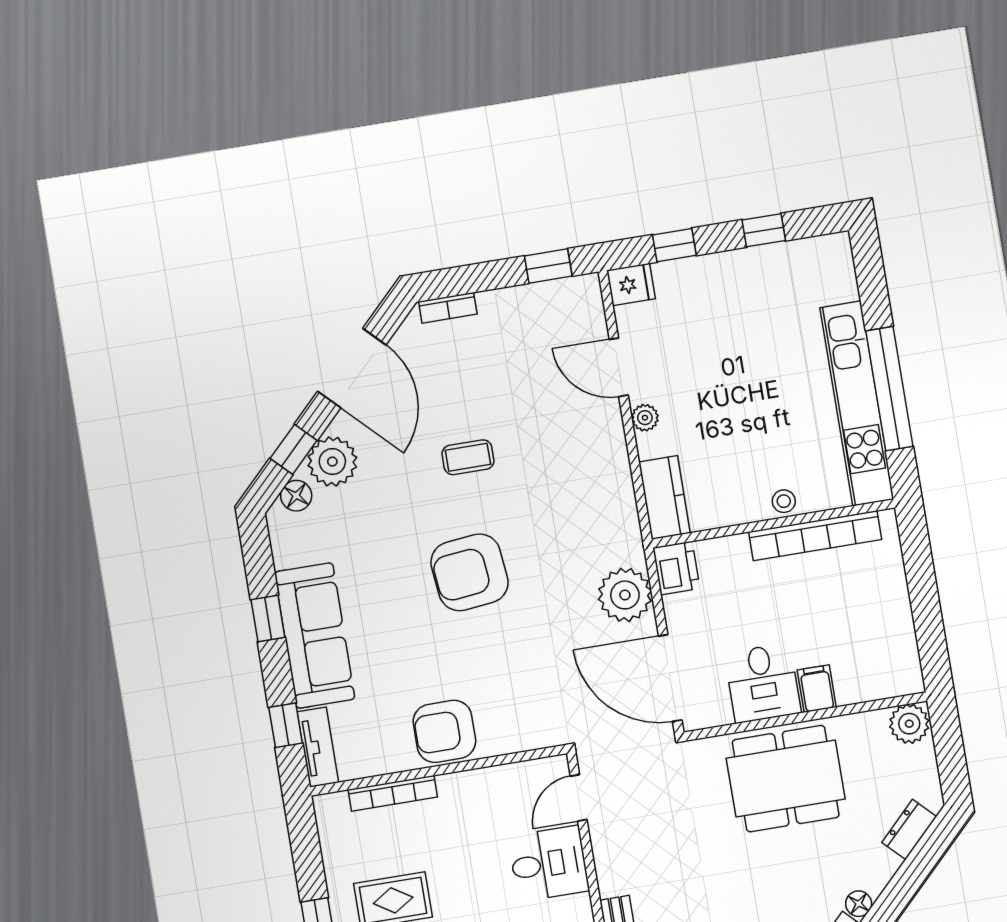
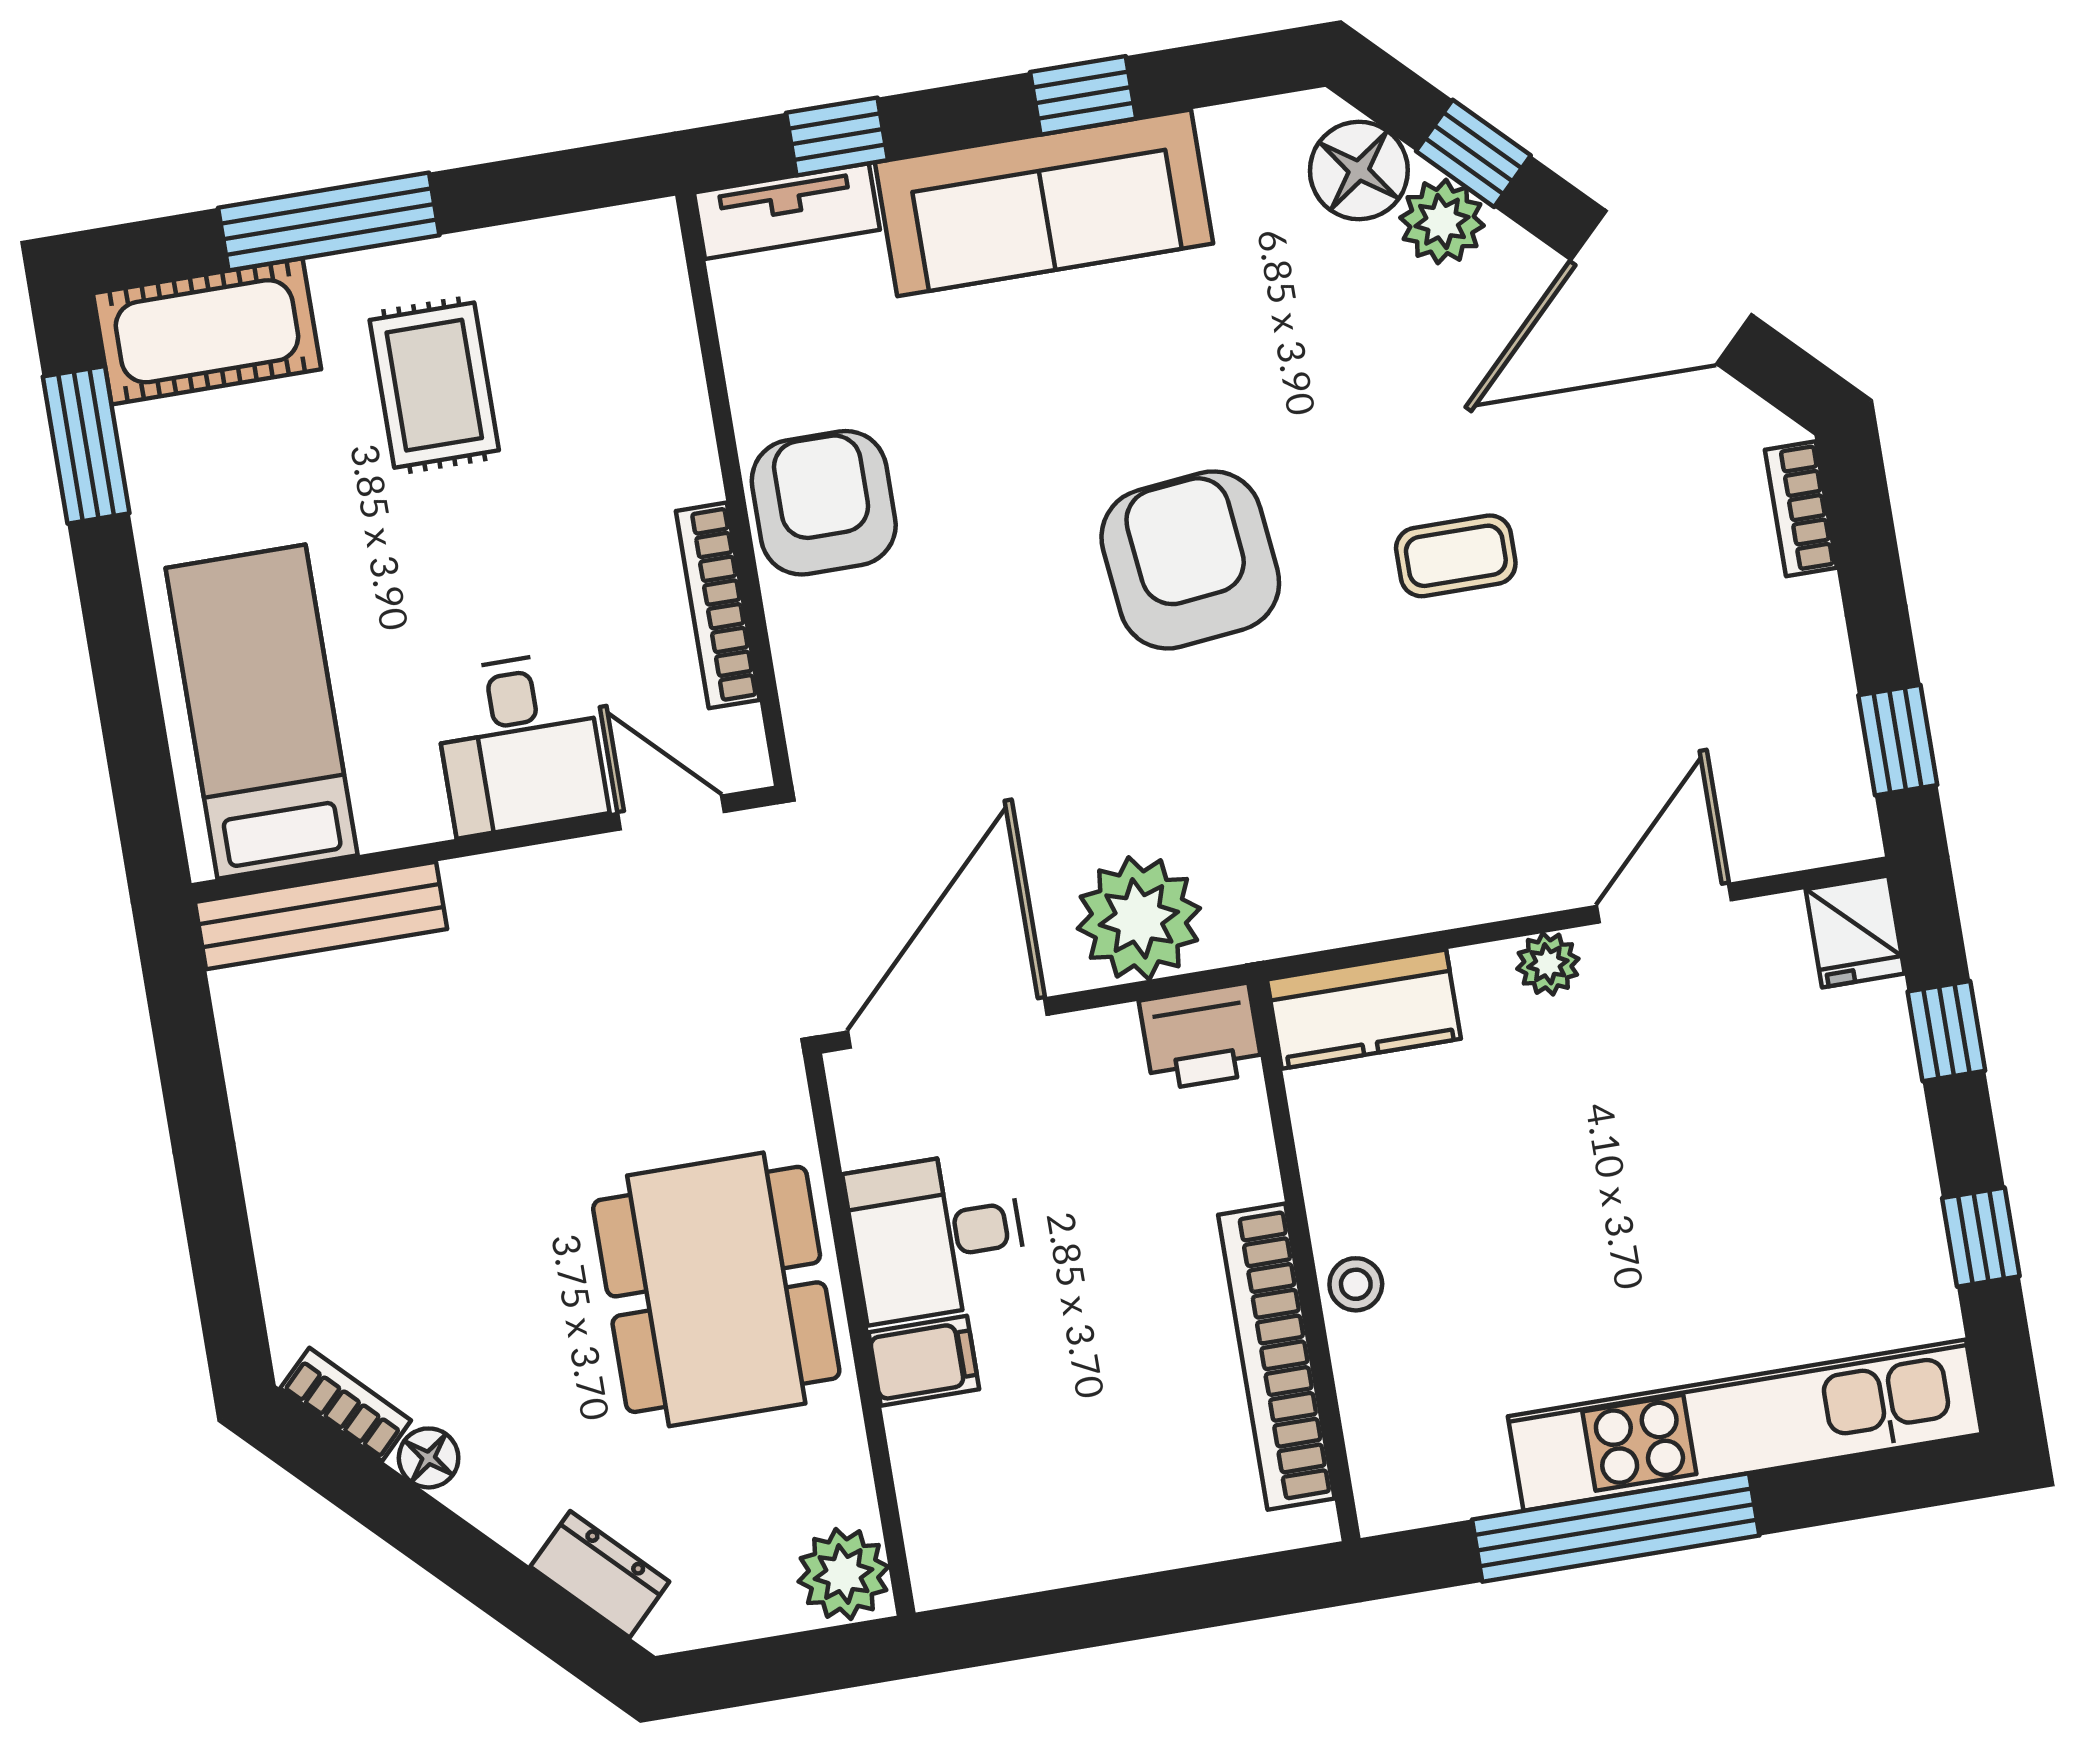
kitchen unit: (857, 403) -> (1745, 1425), moved
coffee table: (468, 457) -> (1456, 556), turned 90
plant: (332, 462) -> (1442, 222), width x0.73, depth x0.73
floor lamp: (296, 496) -> (1359, 171), width x1.38, depth x1.38
bookcase: (393, 793) -> (718, 605), moved

